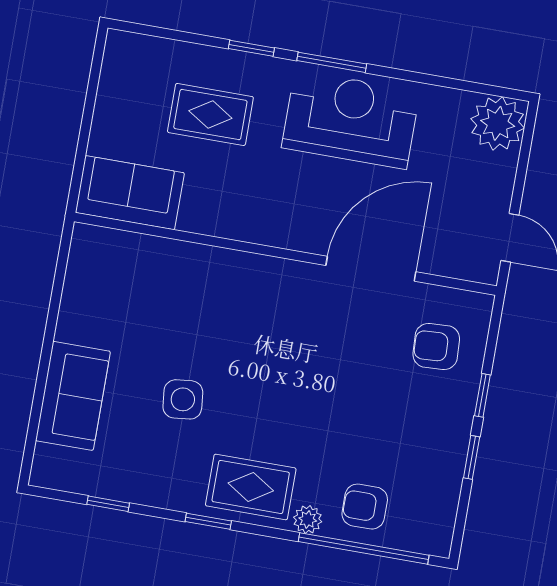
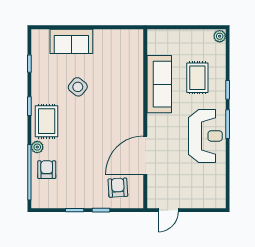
plant: (498, 123) -> (220, 36), moved, width x0.53, depth x0.53
sofa: (130, 193) -> (159, 84), moved, width x1.36
door: (371, 269) -> (145, 155), swing flipped
side table: (183, 399) -> (78, 87), turned 45

